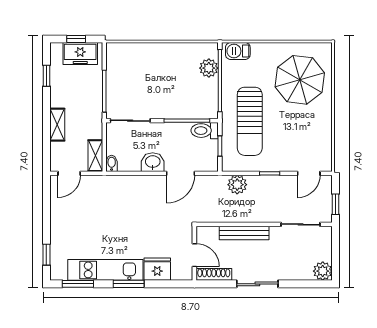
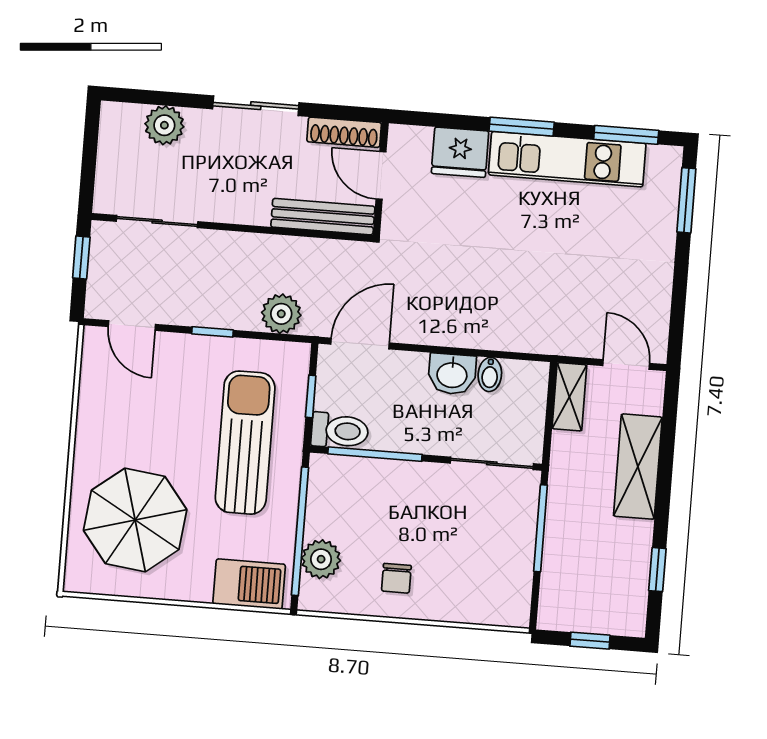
barbecue: (238, 51) -> (249, 584), width x1.38, depth x1.27
freezer: (80, 53) -> (584, 610), removed
chair: (172, 62) -> (396, 578), added
shelving: (57, 125) -> (638, 467), width x1.50, depth x1.33
bidet: (112, 163) -> (490, 374), moved
door: (69, 173) -> (626, 364), hinge flipped
door: (181, 173) -> (360, 343), moved
door: (309, 173) -> (132, 326), swing flipped
bench: (244, 233) -> (323, 217), moved
window: (46, 255) -> (686, 200), width x1.50
plant: (323, 271) -> (164, 125), moved

